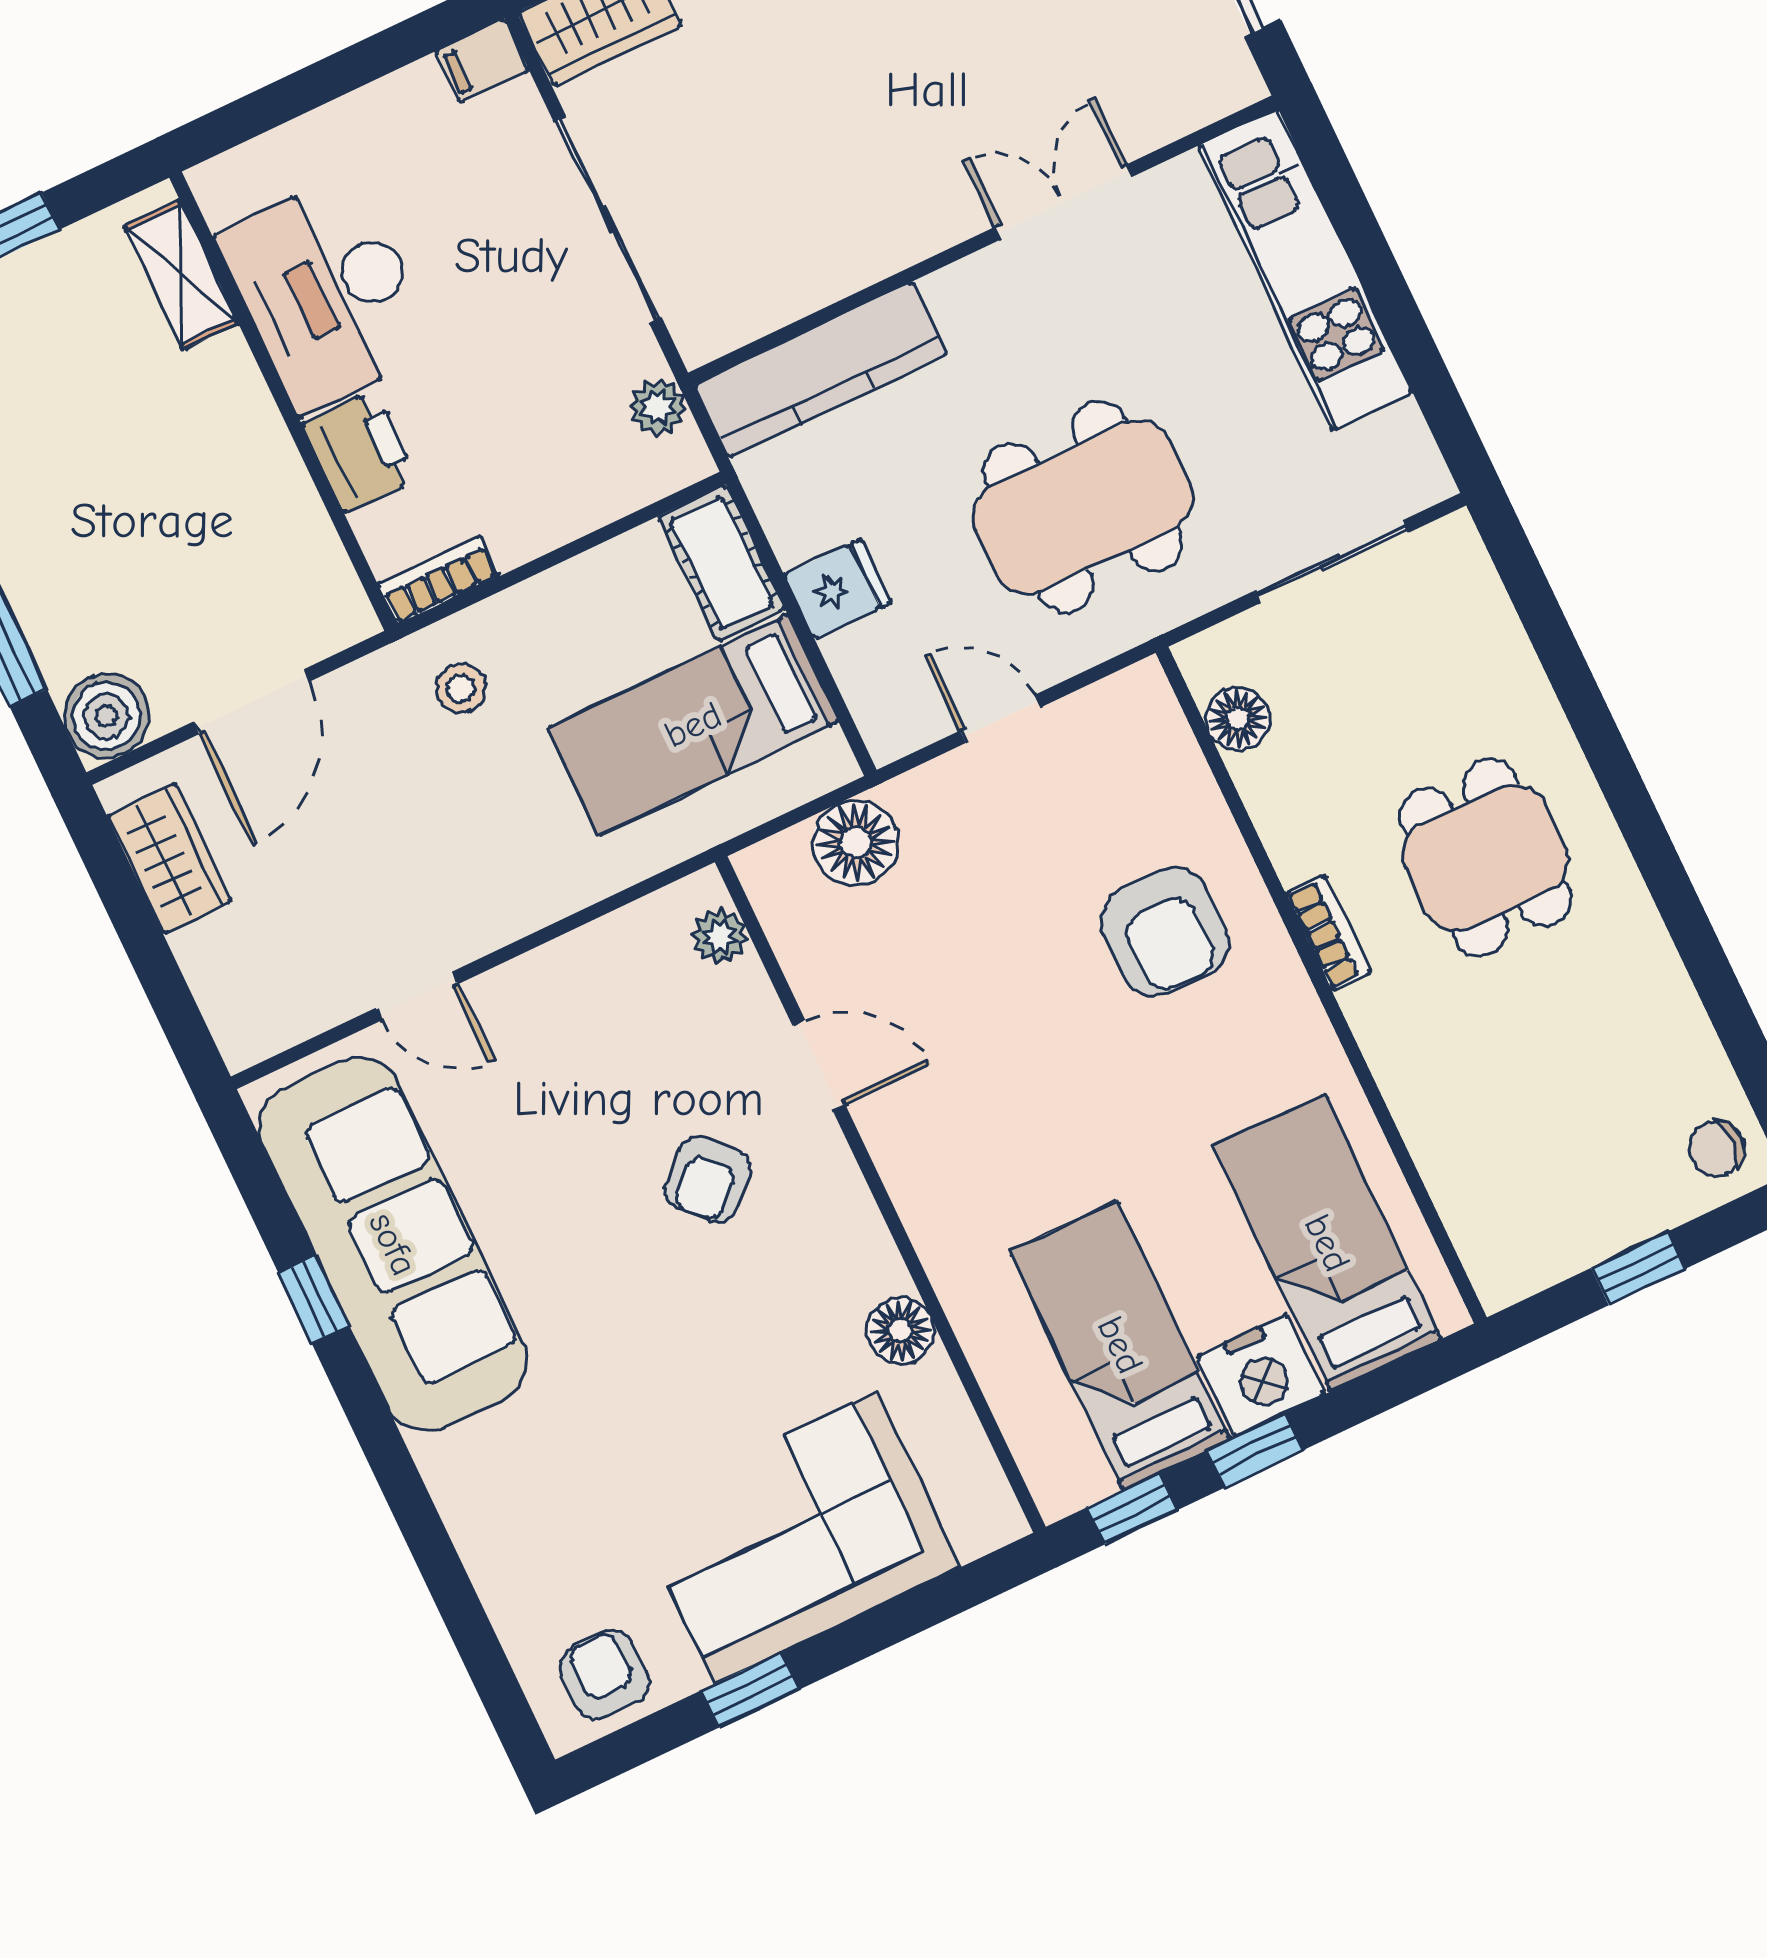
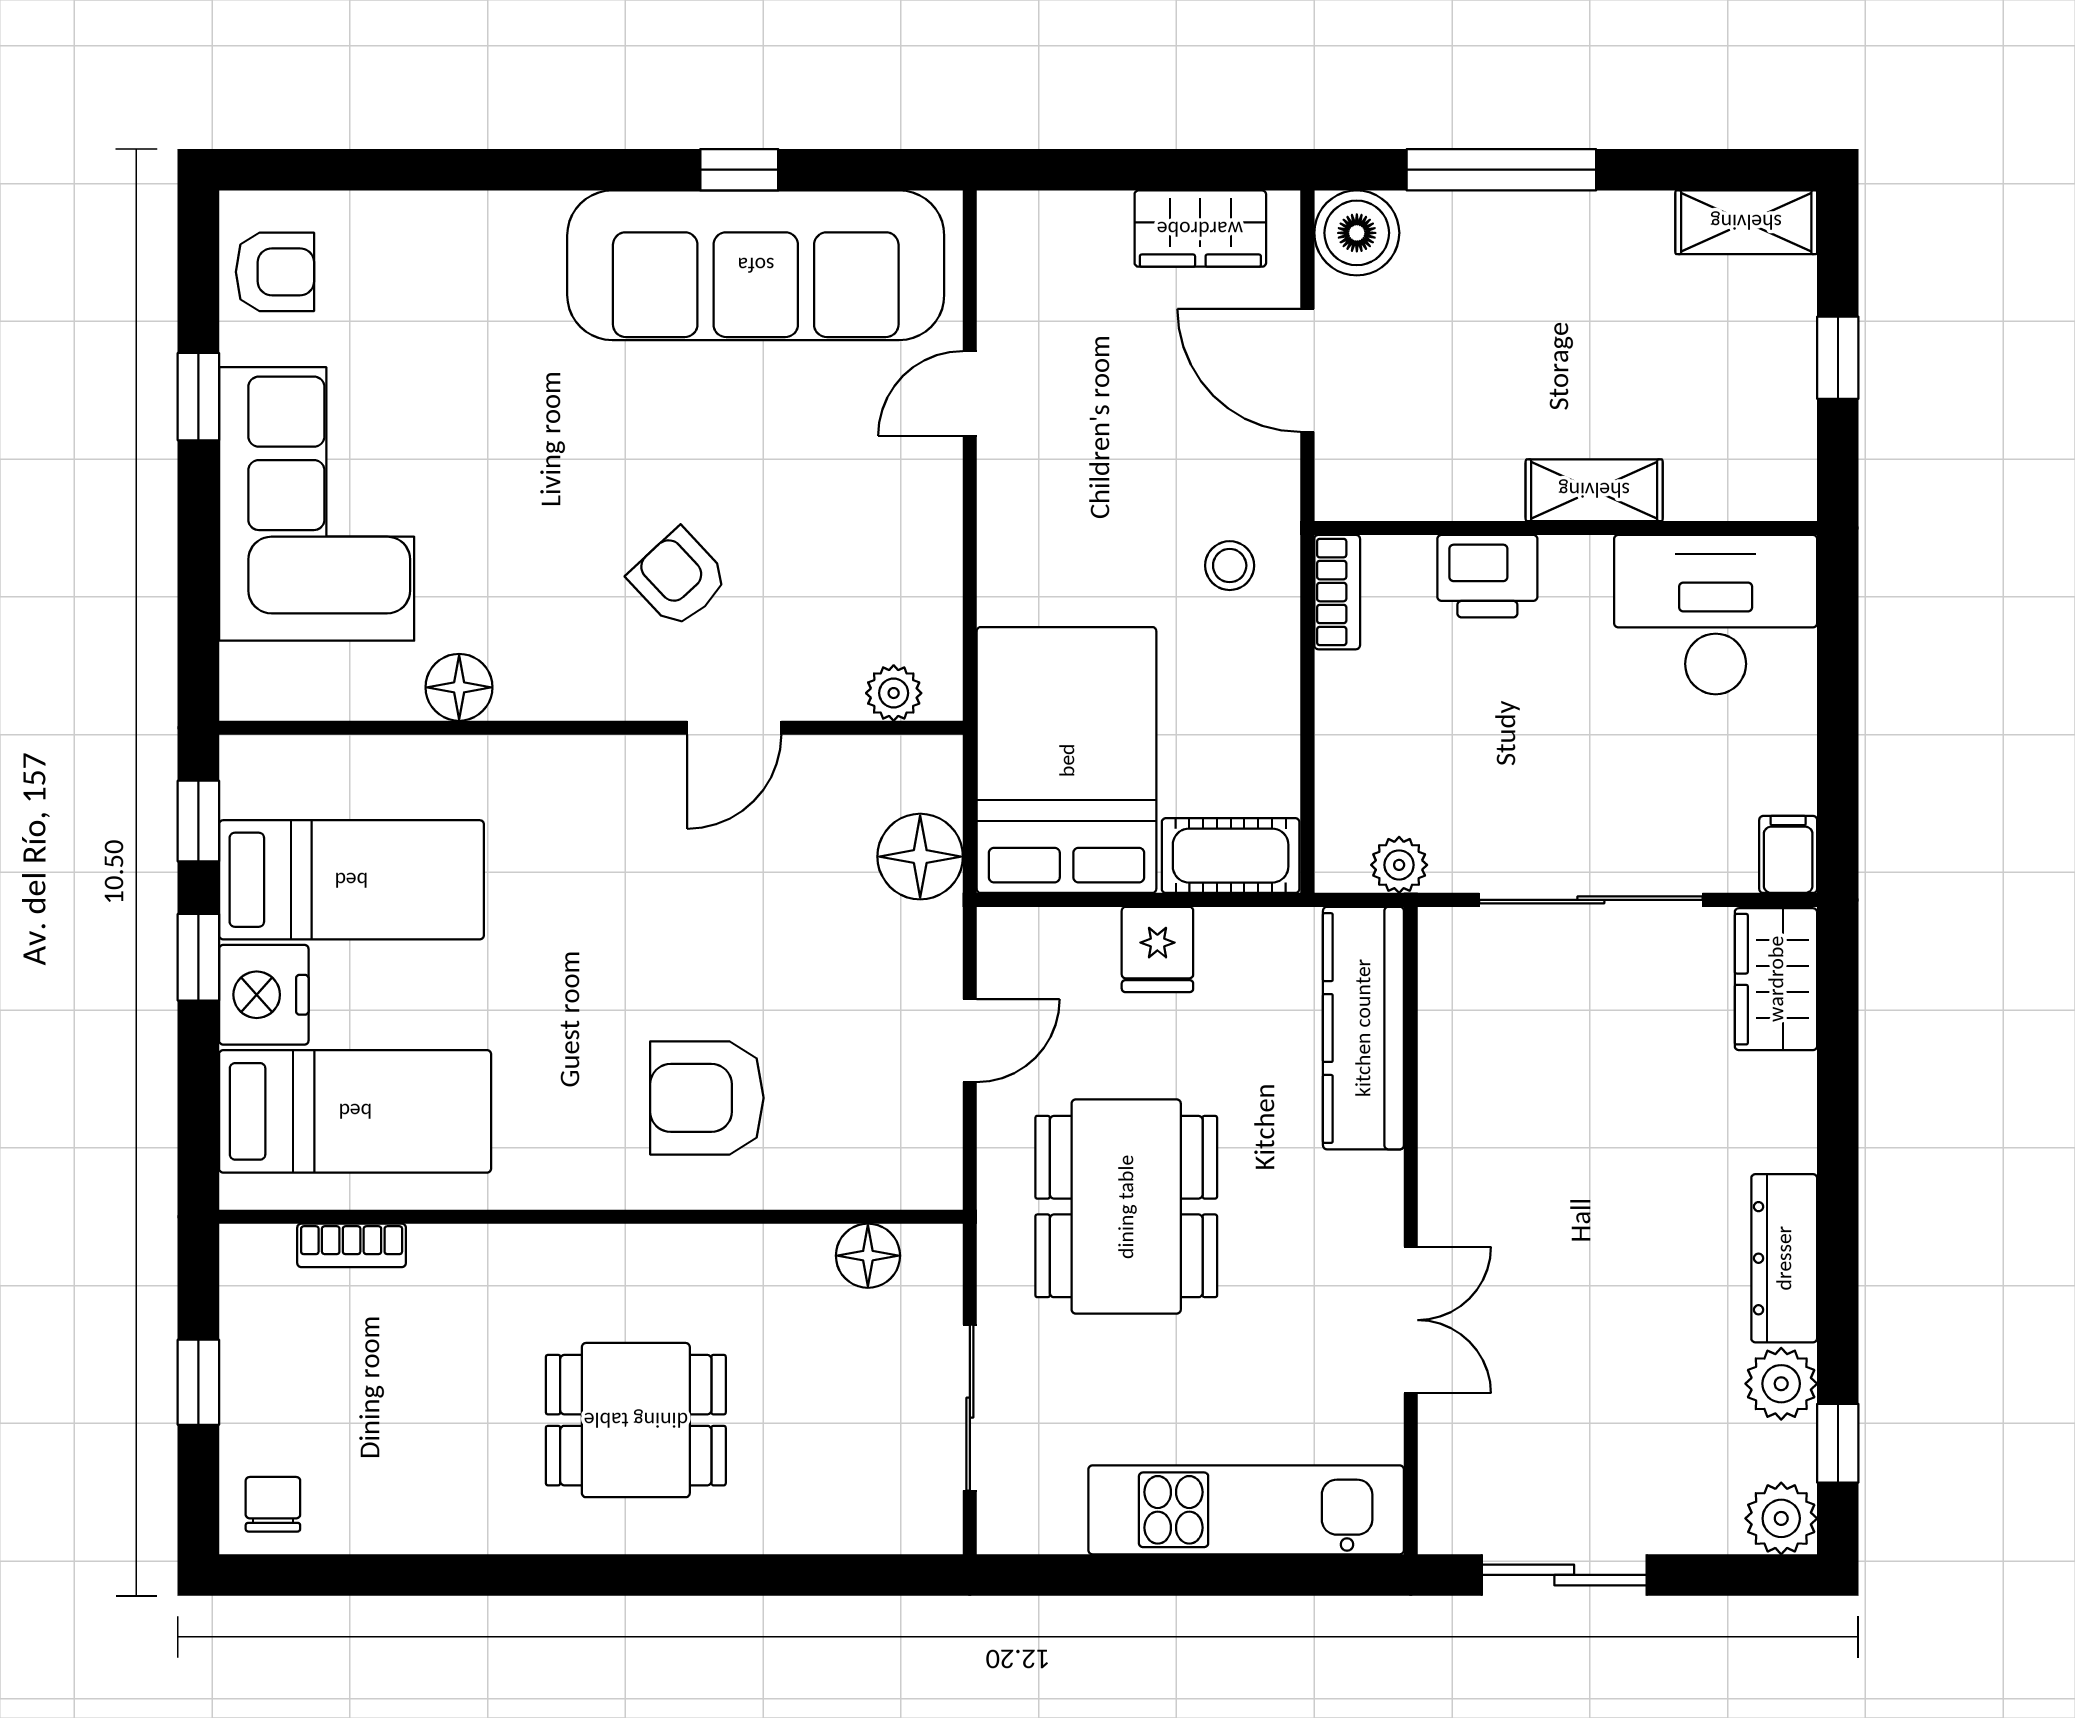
shelving: (181, 275) -> (1594, 490), moved
desk: (327, 293) -> (1716, 615), moved
bed: (693, 725) -> (1067, 760), width x1.50
bookcase: (1328, 933) -> (352, 1245), moved

